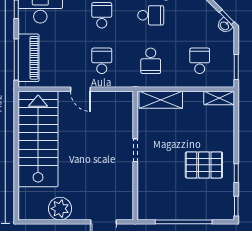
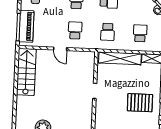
shelving: (161, 100) -> (120, 58), width x1.47
stairs: (38, 139) -> (26, 72), width x0.73, depth x0.66

